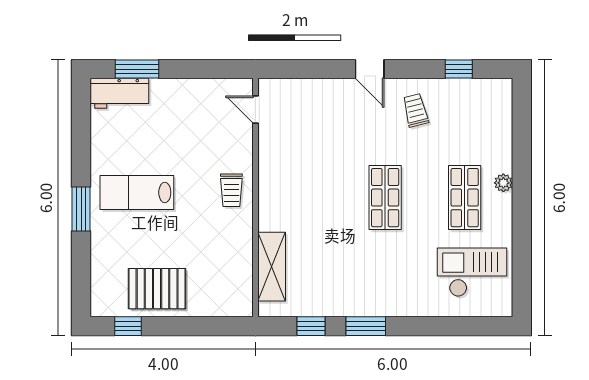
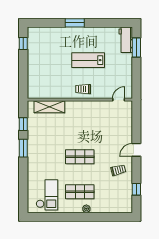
lab bench: (137, 192) -> (88, 60), moved, turned -90
pallet: (157, 289) -> (40, 56), removed

